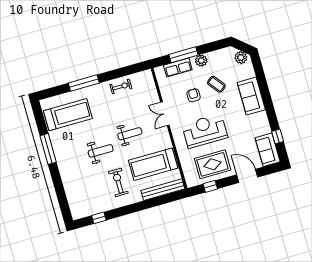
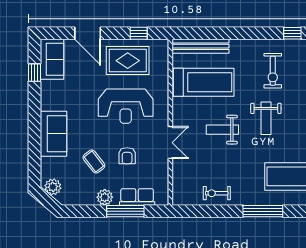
weight bench: (101, 151) -> (266, 118), turned -90
exercise bike: (118, 182) -> (273, 71), moved

